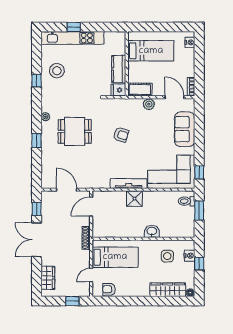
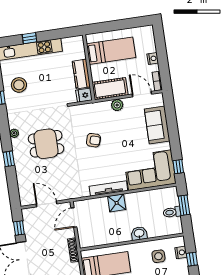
nightstand: (190, 42) -> (153, 58), moved
cot: (140, 90) -> (110, 89), width x1.37, depth x1.34
toilet: (187, 201) -> (172, 212), moved

